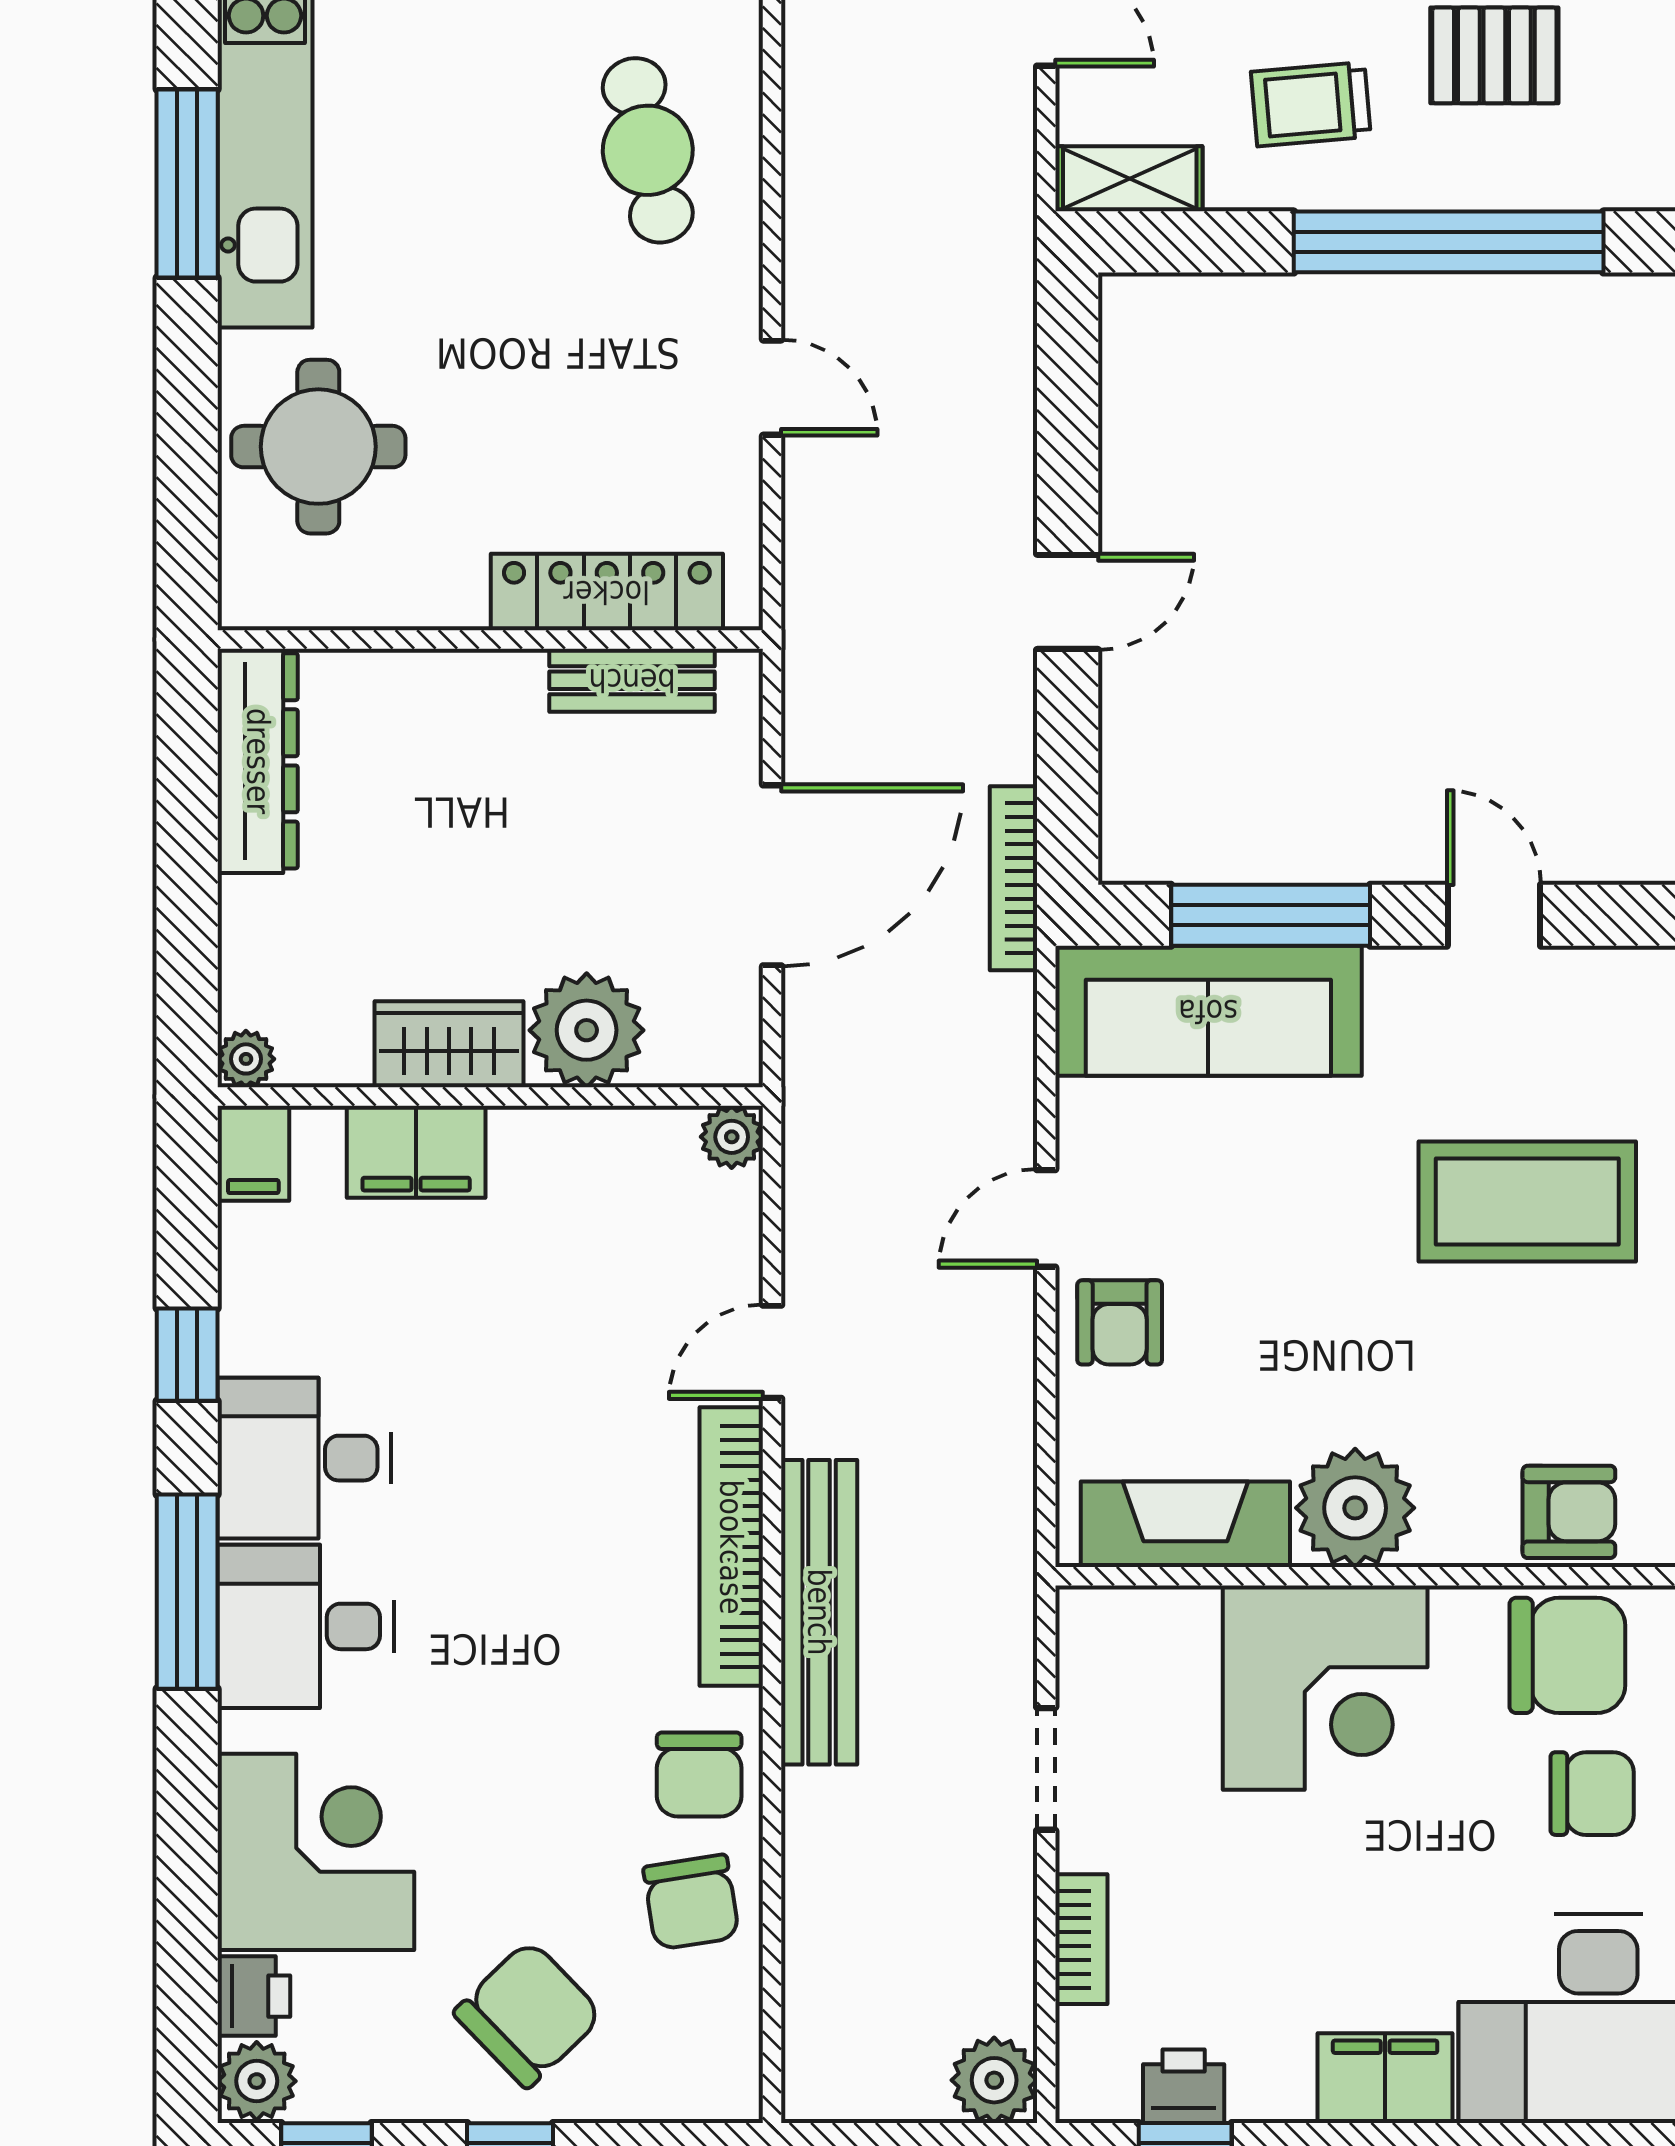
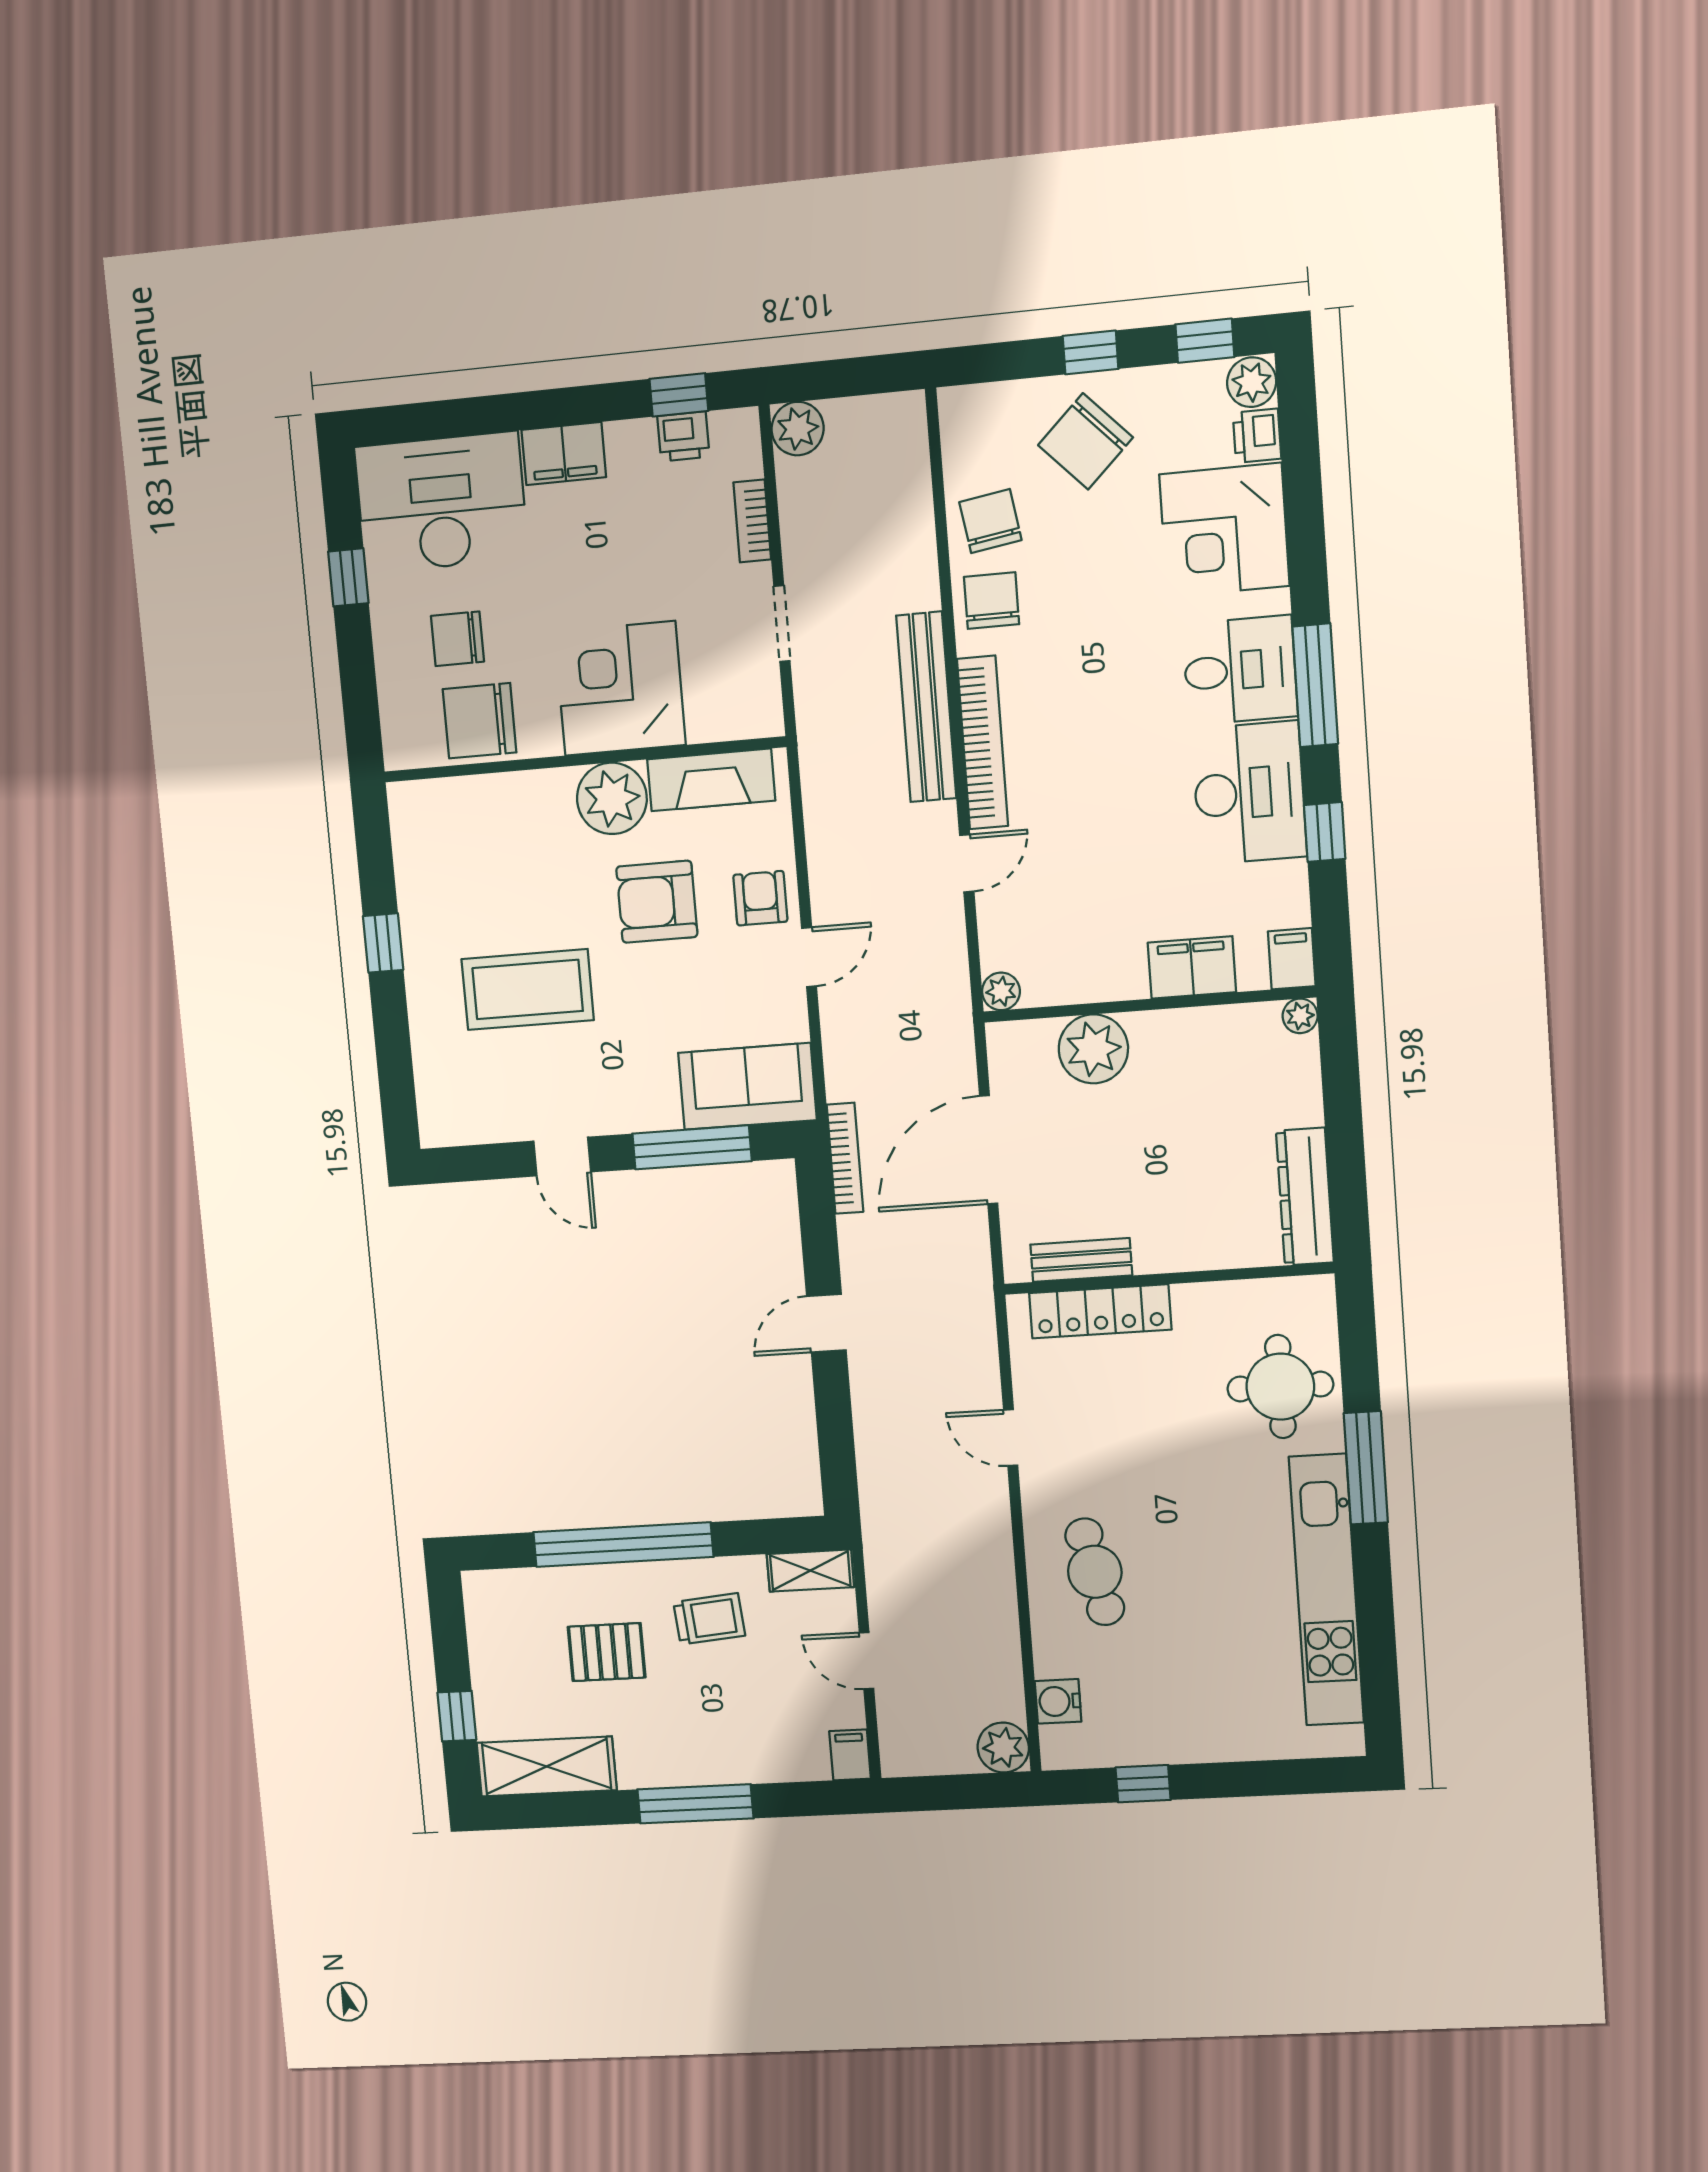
window: (187, 183) -> (1366, 1468), moved
sofa: (1208, 1011) -> (747, 1086), width x0.73
wardrobe: (449, 1044) -> (1176, 1034), removed
desk: (304, 1458) -> (1249, 793), width x1.37
armchair: (1569, 1512) -> (657, 902), moved, width x1.38, depth x1.38

